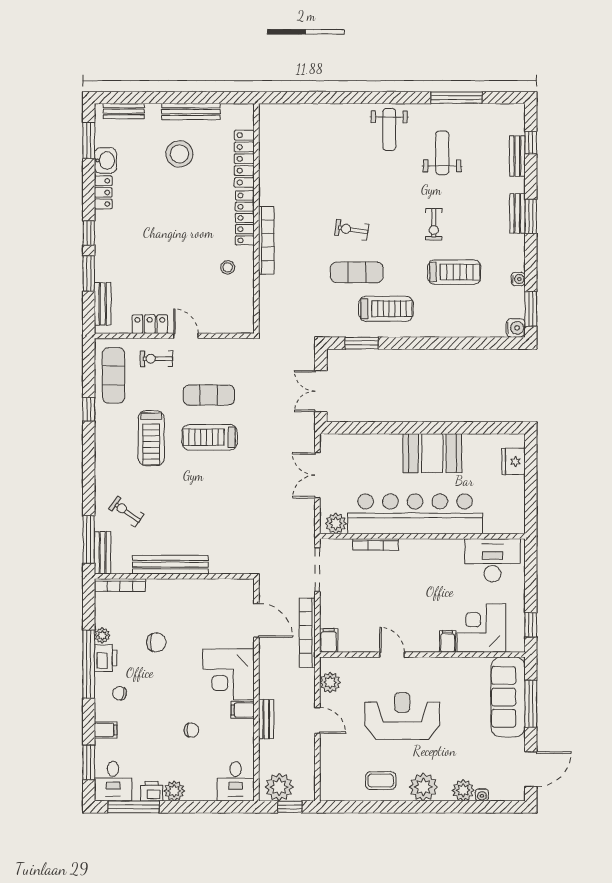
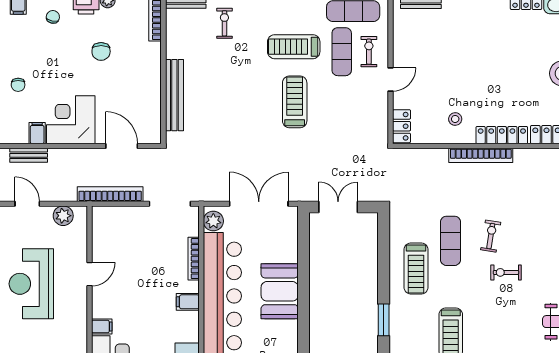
exercise bike: (434, 224) -> (506, 272), moved
locker: (150, 324) -> (402, 126), moved
window: (362, 343) -> (384, 320), moved
exercise mat: (209, 395) -> (342, 52), moved
booth: (432, 453) -> (280, 291), moved
double door: (317, 475) -> (259, 204), width x1.37
exercise bike: (126, 512) -> (224, 23), turned -35
bench: (170, 565) -> (174, 95), moved
door: (256, 620) -> (122, 146), swing flipped
filing cabinet: (329, 640) -> (188, 302), moved, turned 180
reception desk: (402, 716) -> (31, 284), turned 180
door: (317, 720) -> (27, 204), swing flipped

